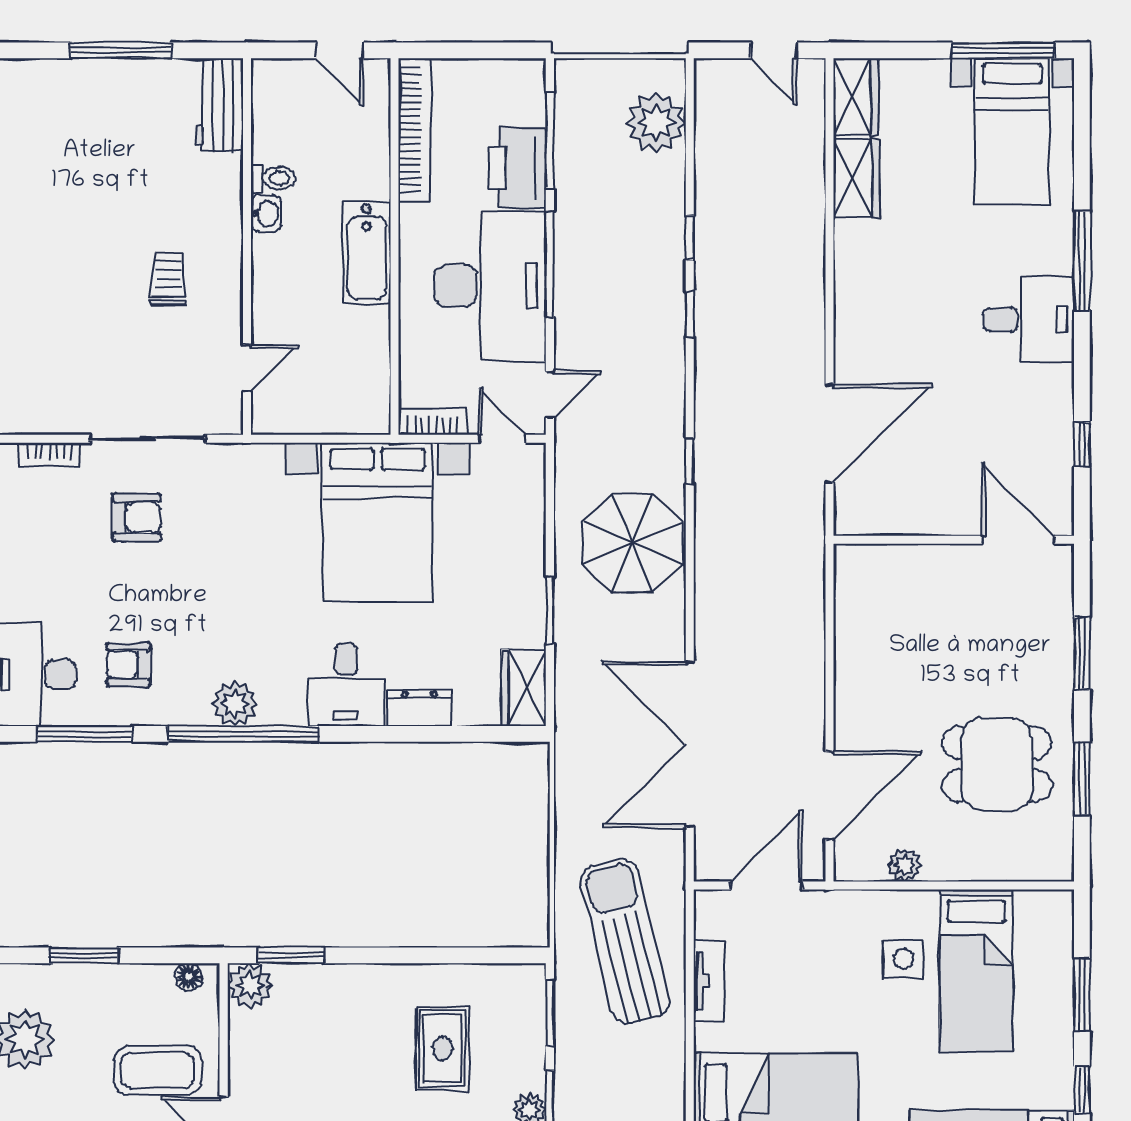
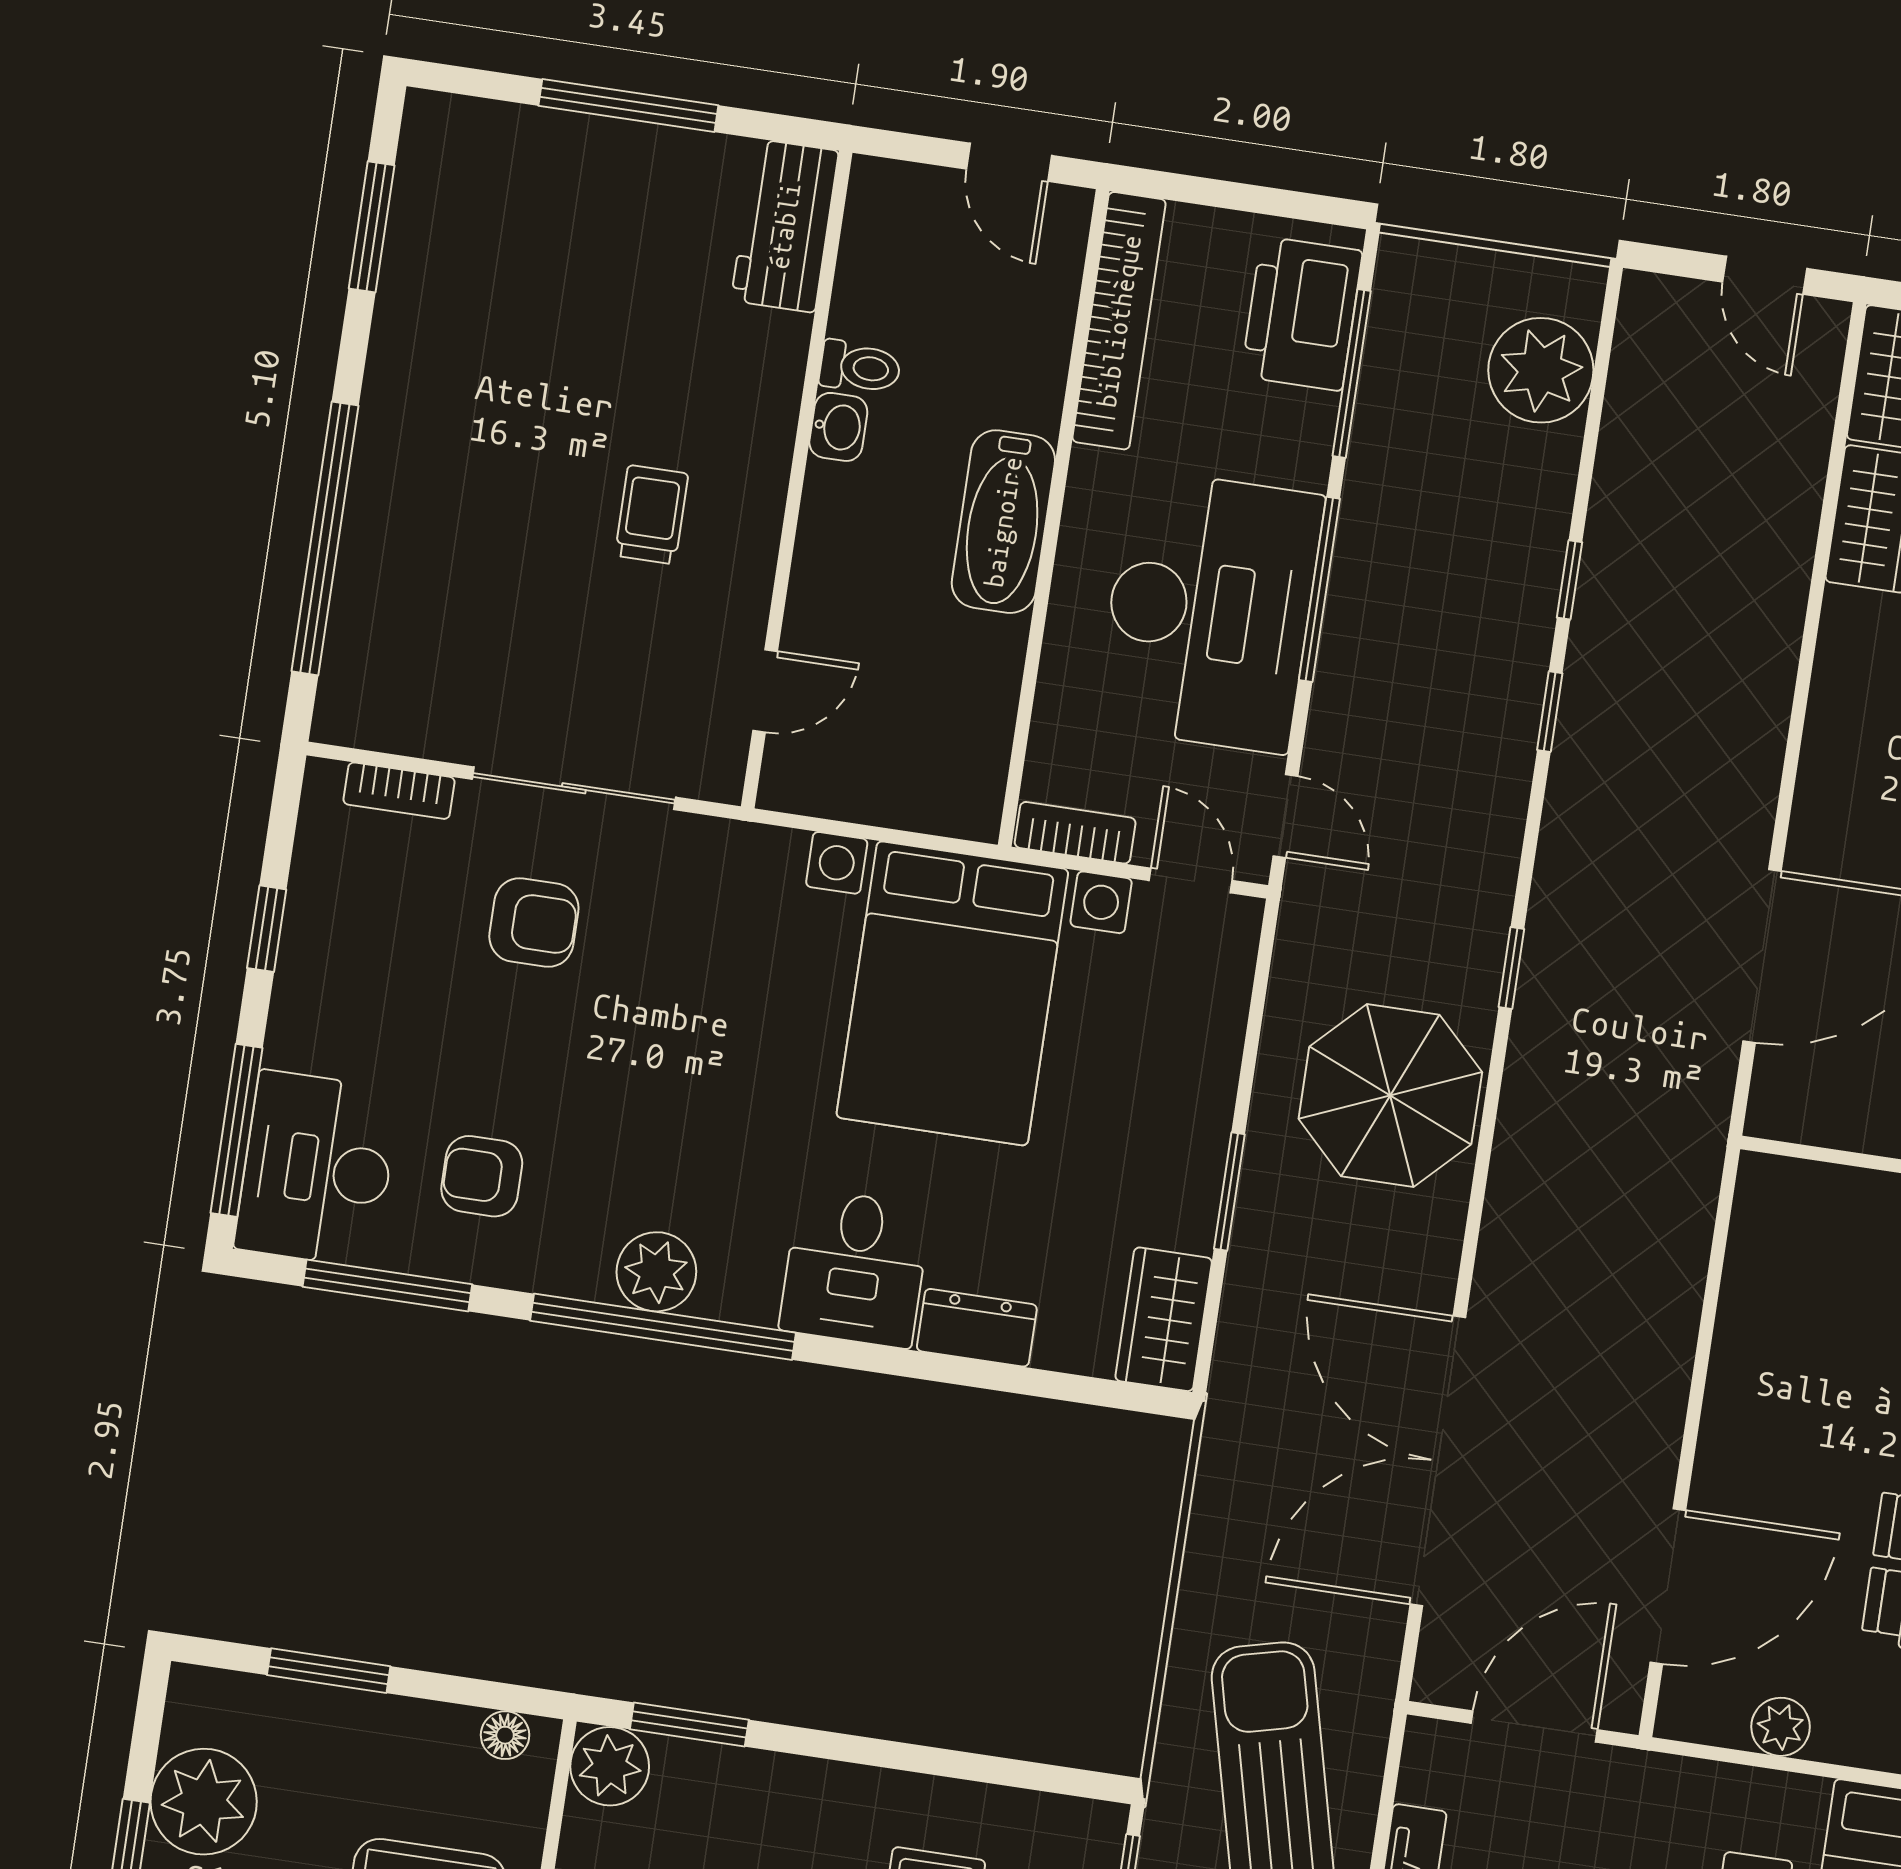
printer: (517, 167) -> (1302, 314), moved
door: (550, 395) -> (1285, 816), hinge flipped

